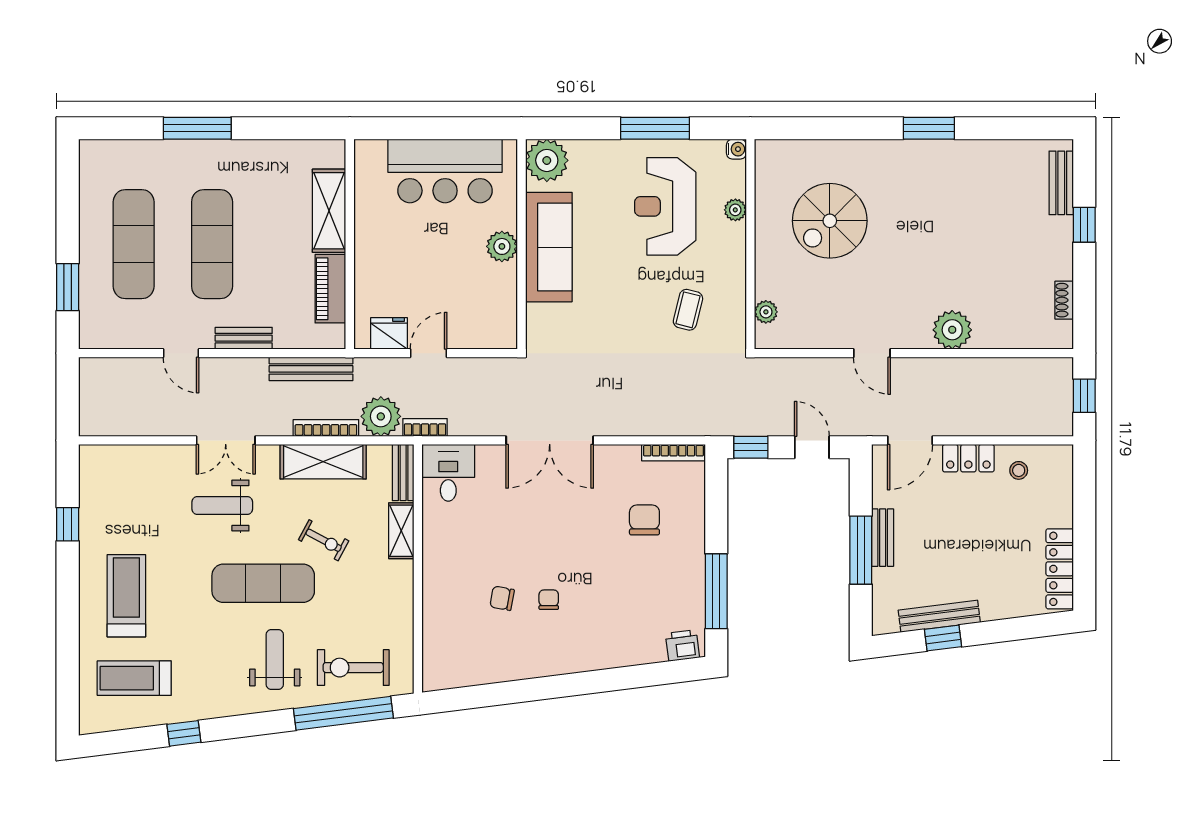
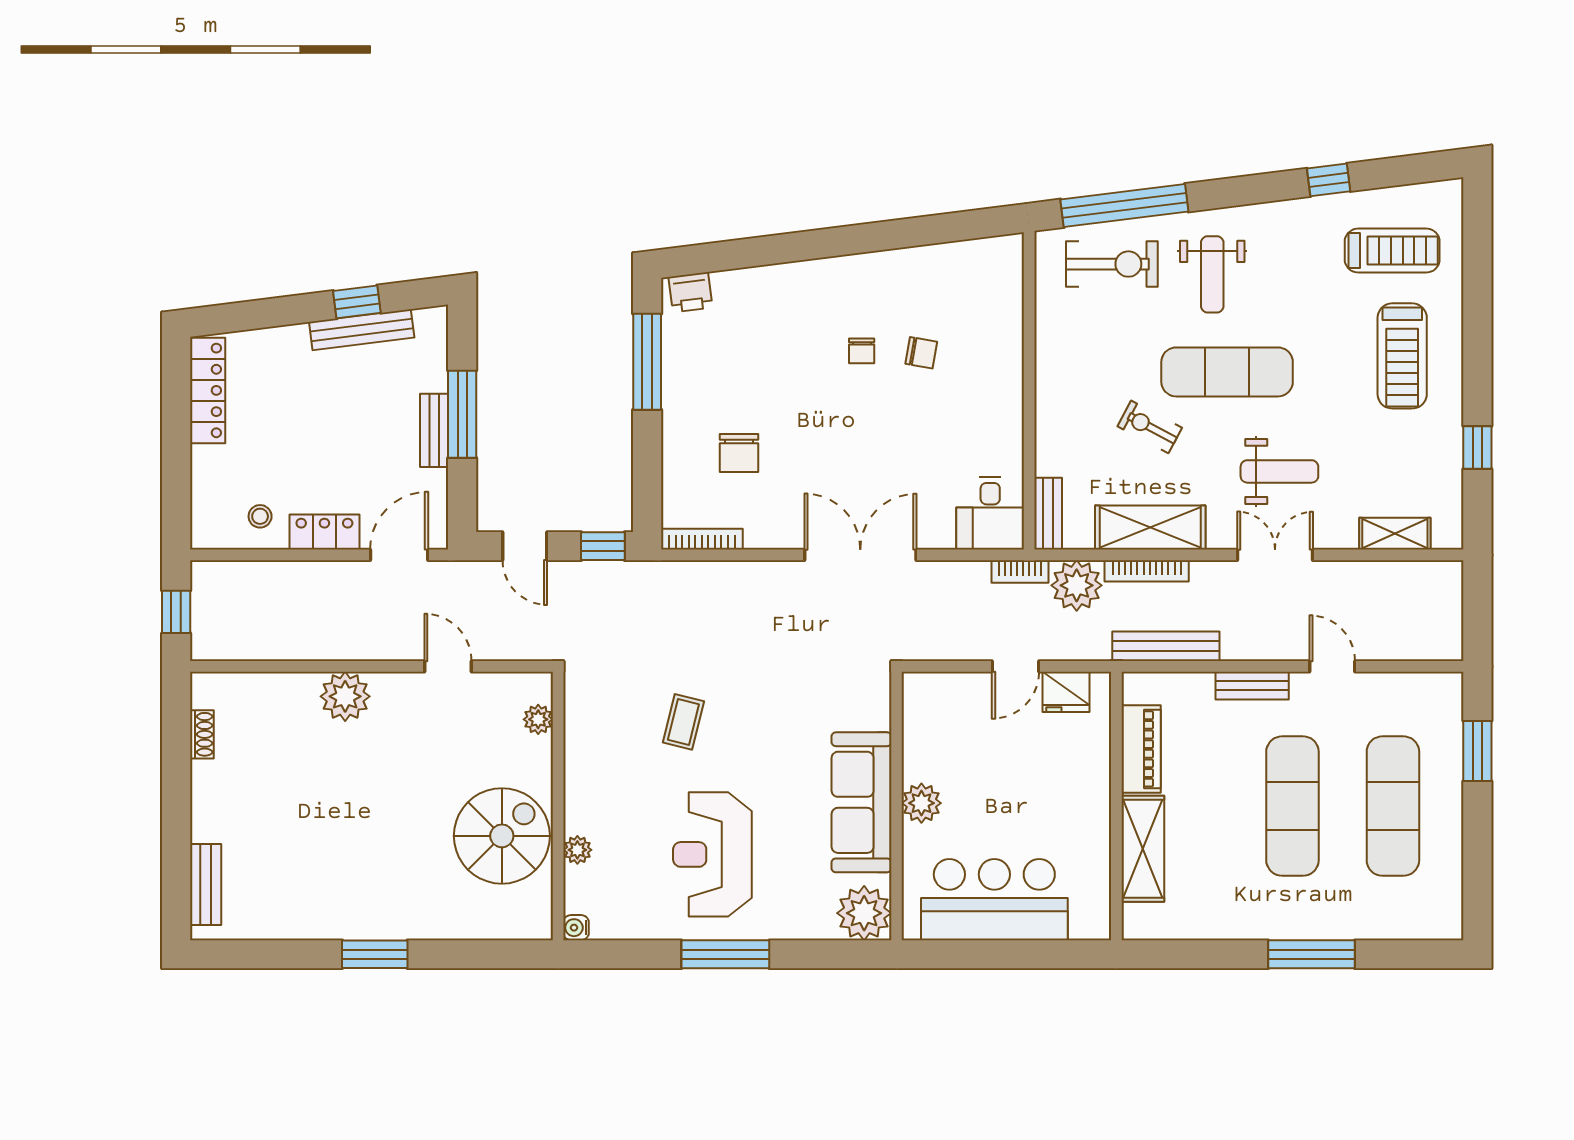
water cooler: (736, 149) -> (576, 928), moved
reception desk: (665, 206) -> (712, 854), turned 180
plant: (735, 210) -> (577, 850), moved
window: (1084, 225) -> (176, 831), removed
wall: (750, 244) -> (558, 806), moved
plant: (766, 312) -> (538, 719), moved
shelving: (401, 531) -> (1395, 534), moved, turned 90

